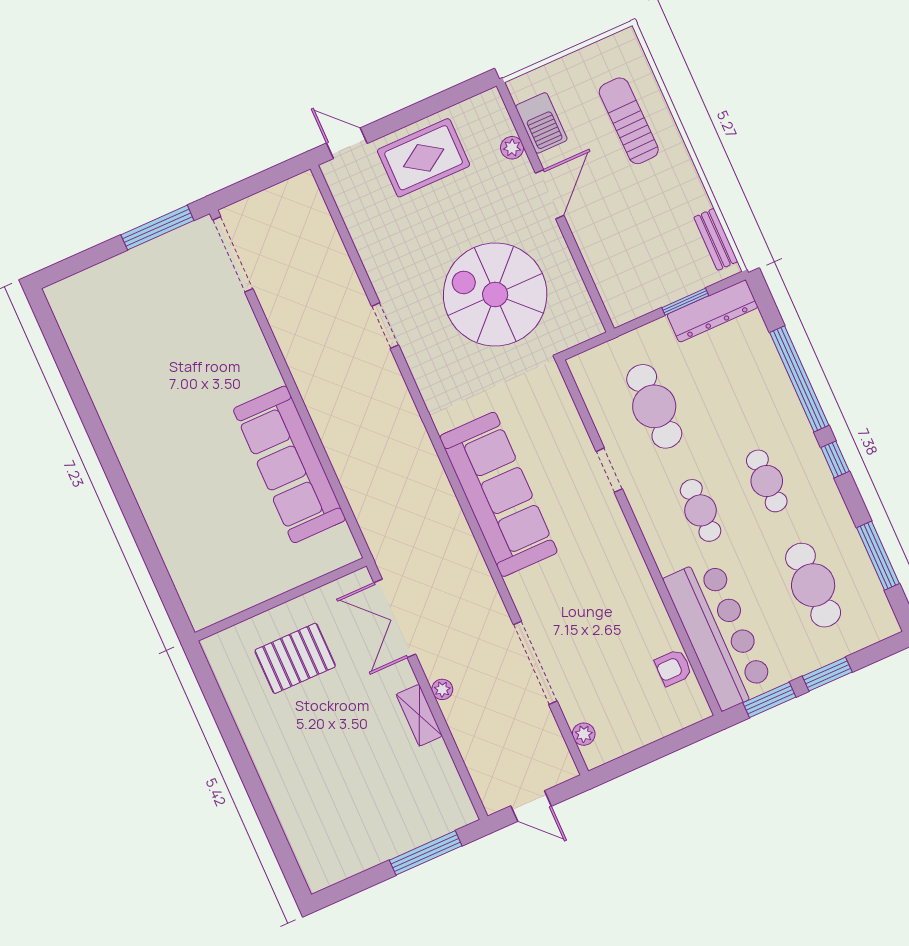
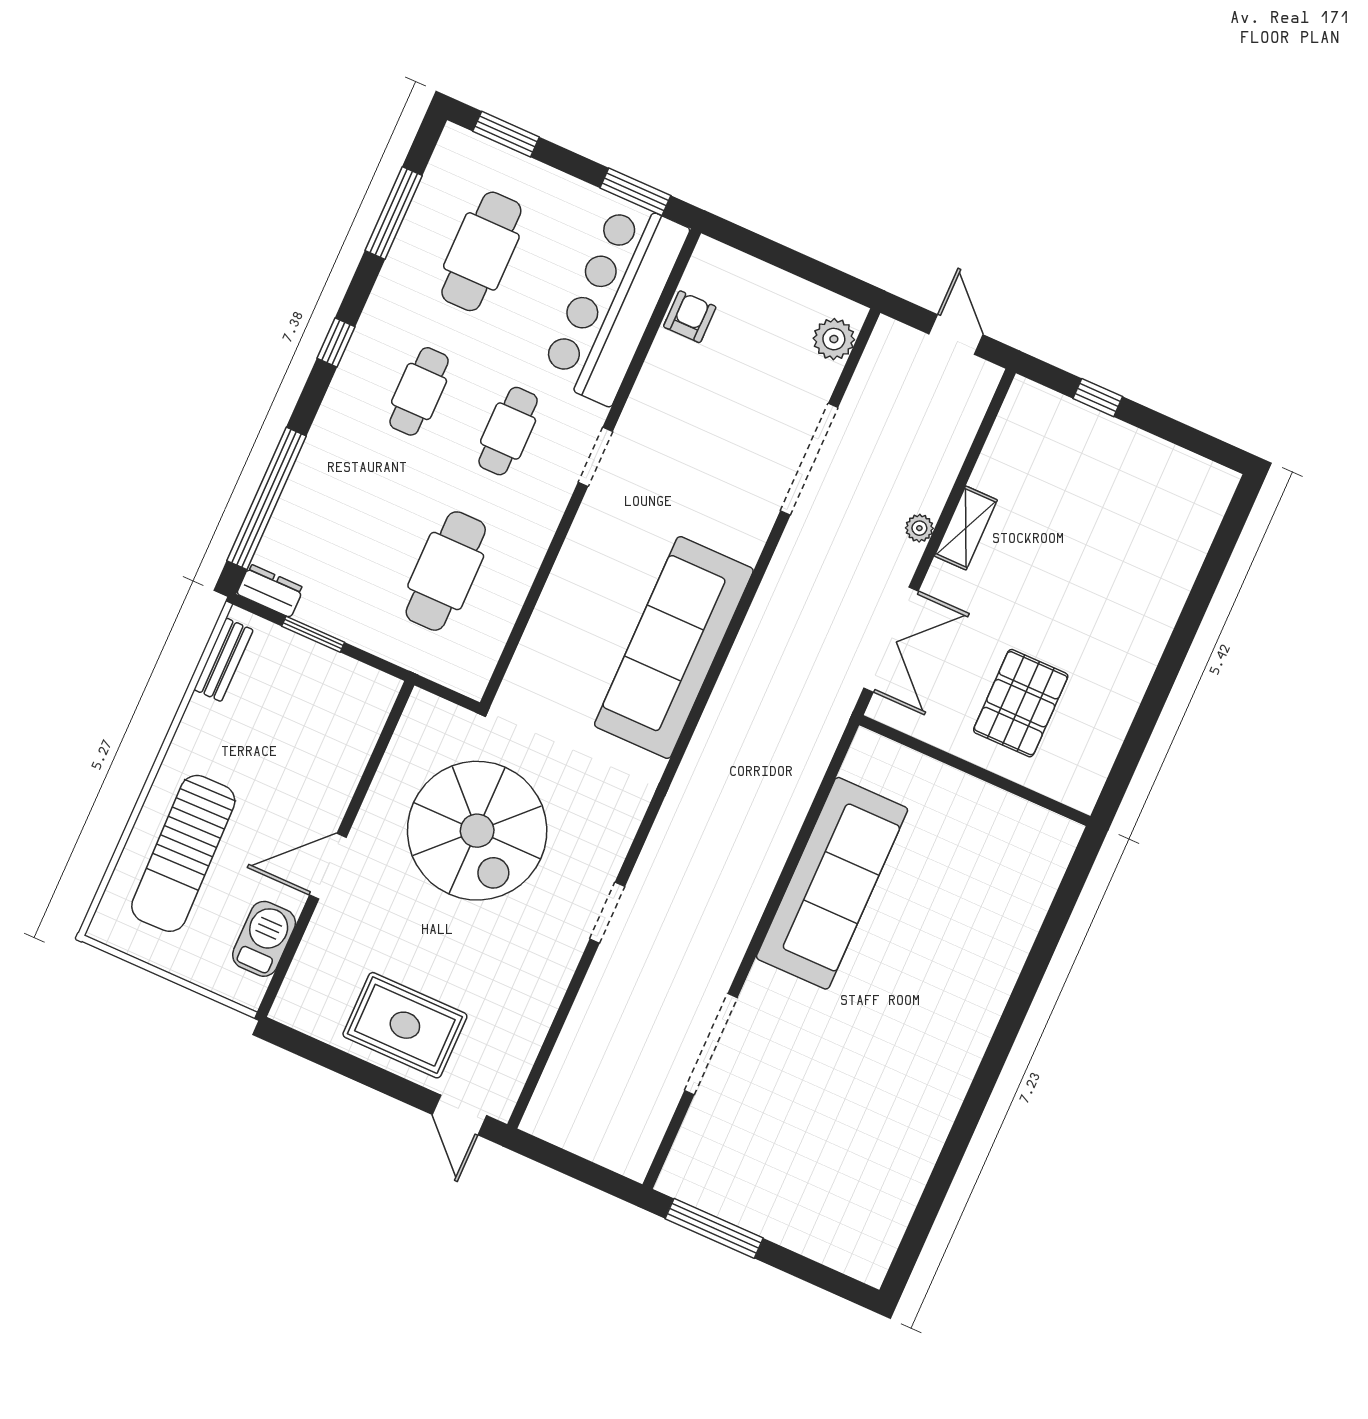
sun lounger: (629, 121) -> (183, 853), width x1.36, depth x1.34
plant: (512, 148) -> (315, 946), removed
doorway: (233, 254) -> (711, 1044), moved
dresser: (712, 311) -> (270, 591), width x0.51, depth x0.80
window: (799, 379) -> (267, 498), moved
doorway: (609, 470) -> (595, 457), moved
pallet: (295, 658) -> (1021, 703), turned 90
armchair: (673, 668) -> (690, 317), turned -90
window: (827, 674) -> (506, 134), moved
plant: (584, 734) -> (834, 339), width x1.38, depth x1.38
window: (426, 853) -> (1098, 398), width x0.46

